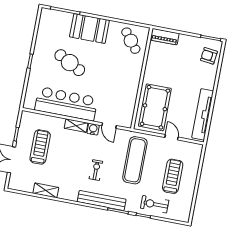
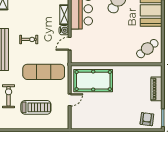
piano: (165, 37) -> (156, 89), moved
tv unit: (203, 114) -> (95, 123), removed

